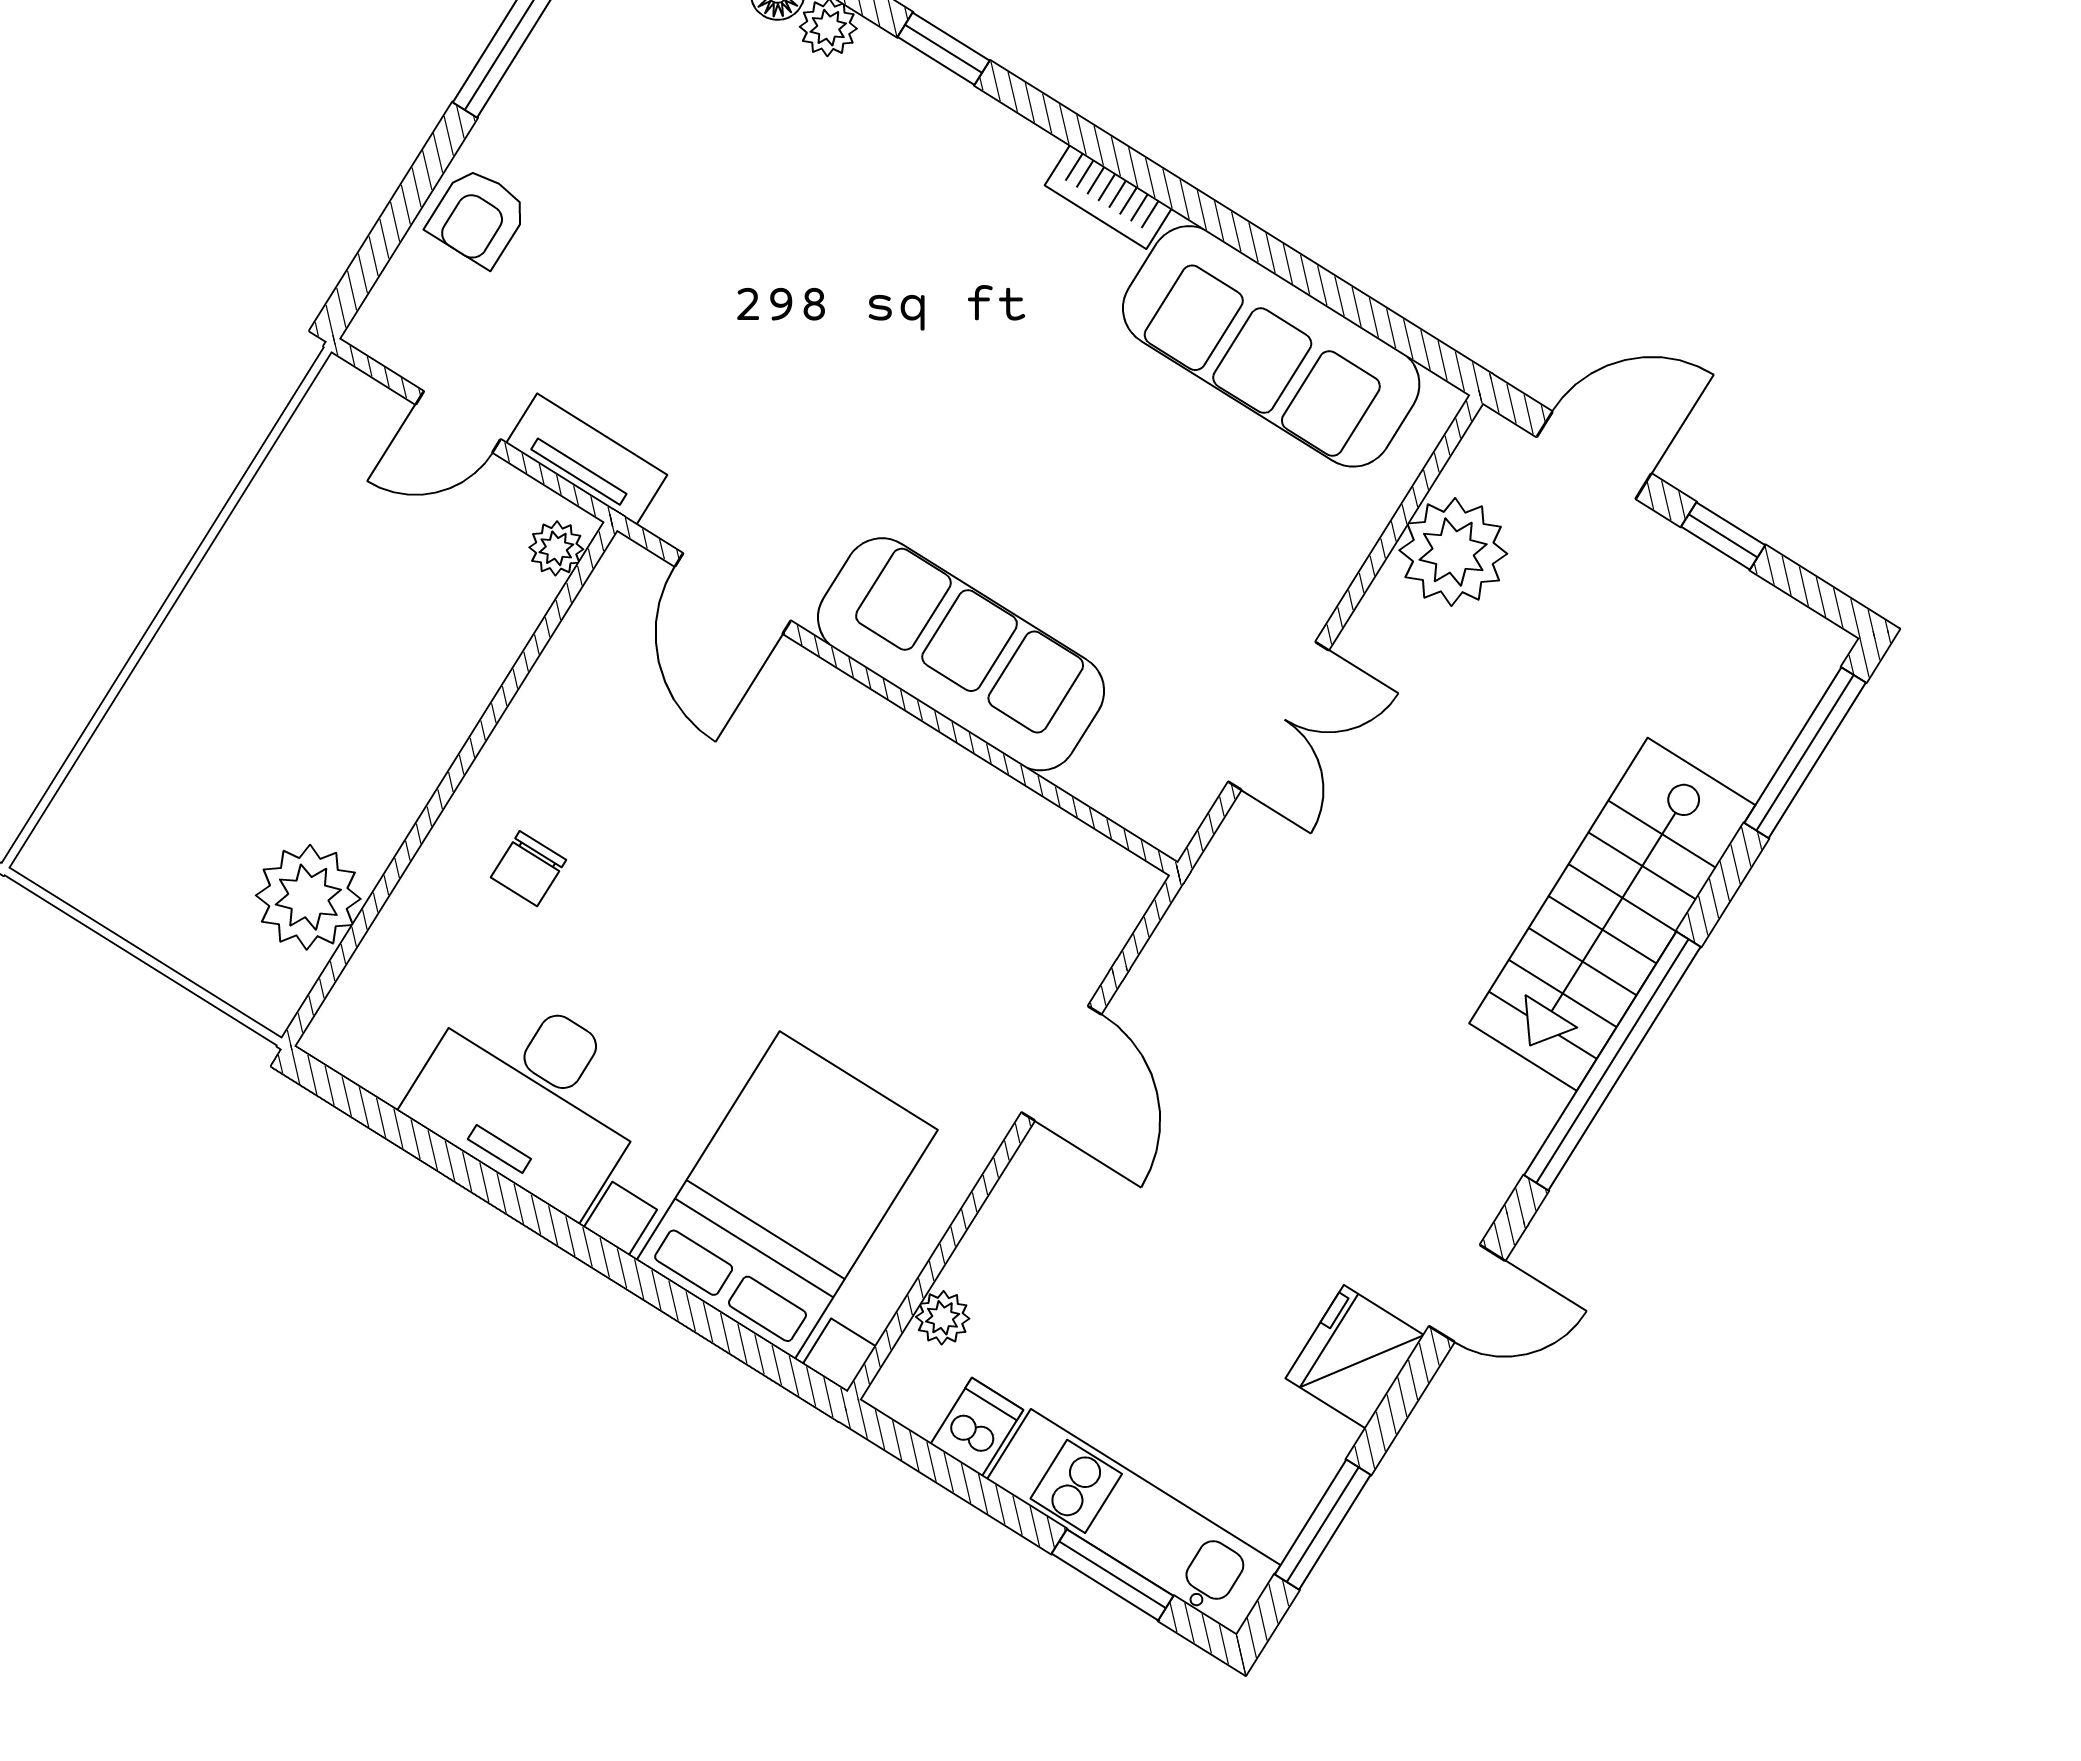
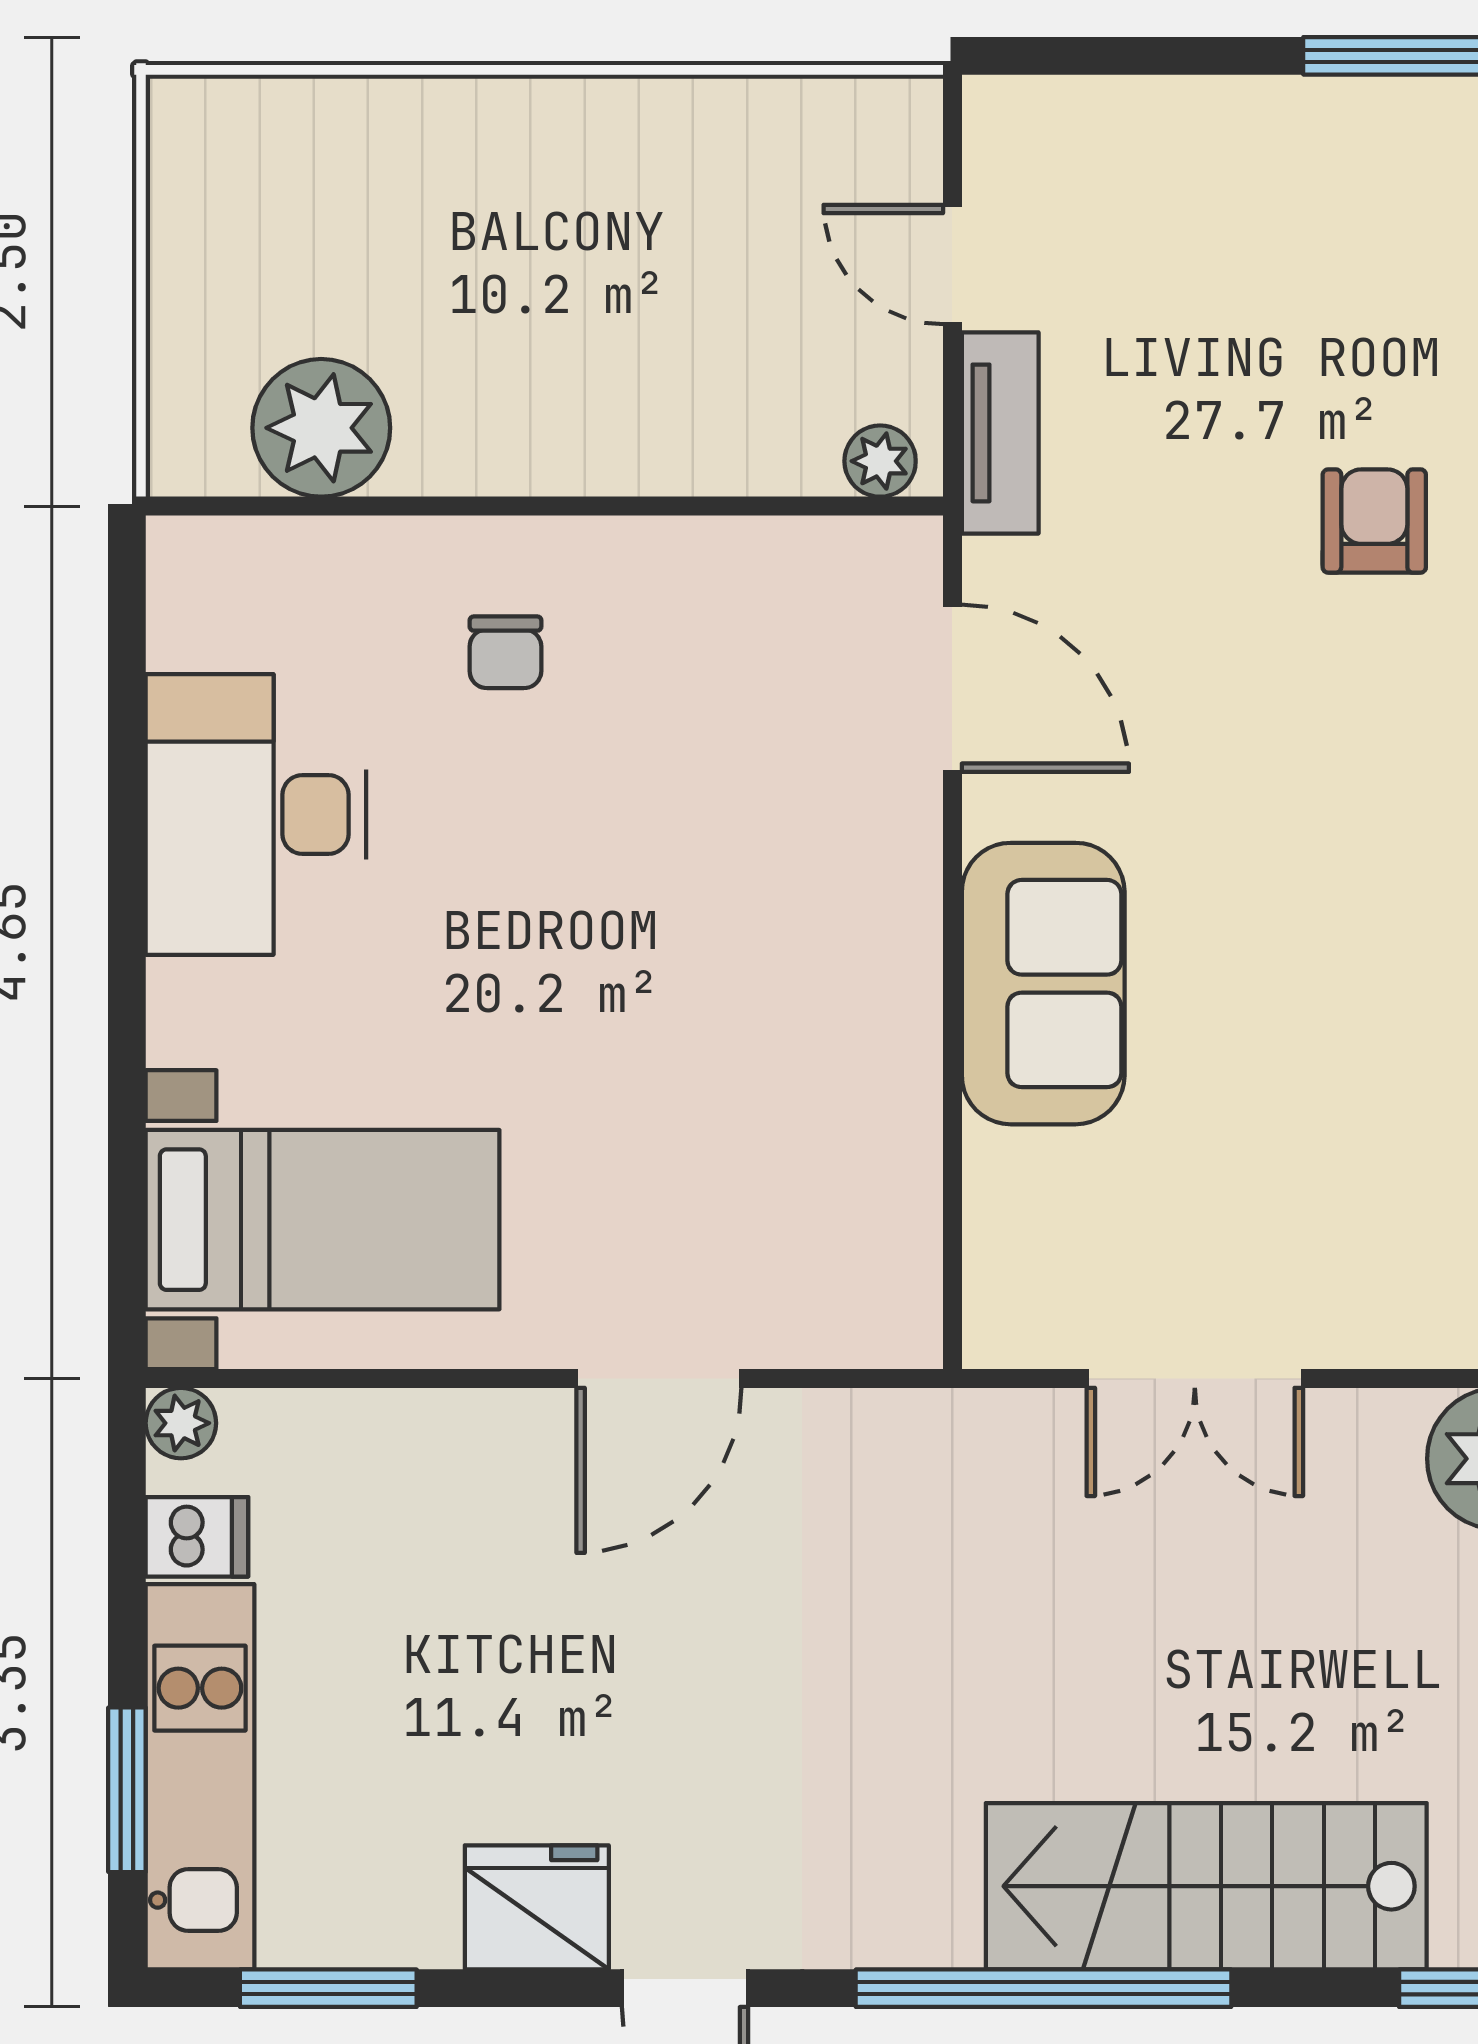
armchair: (478, 217) -> (1374, 521), moved, turned 90
door: (733, 594) -> (952, 688), swing flipped
sofa: (961, 654) -> (1043, 984), width x0.73
chair: (528, 869) -> (505, 652), turned -90
bed with nightstands: (787, 1195) -> (323, 1220), width x0.73
plant: (943, 1318) -> (181, 1423), moved

